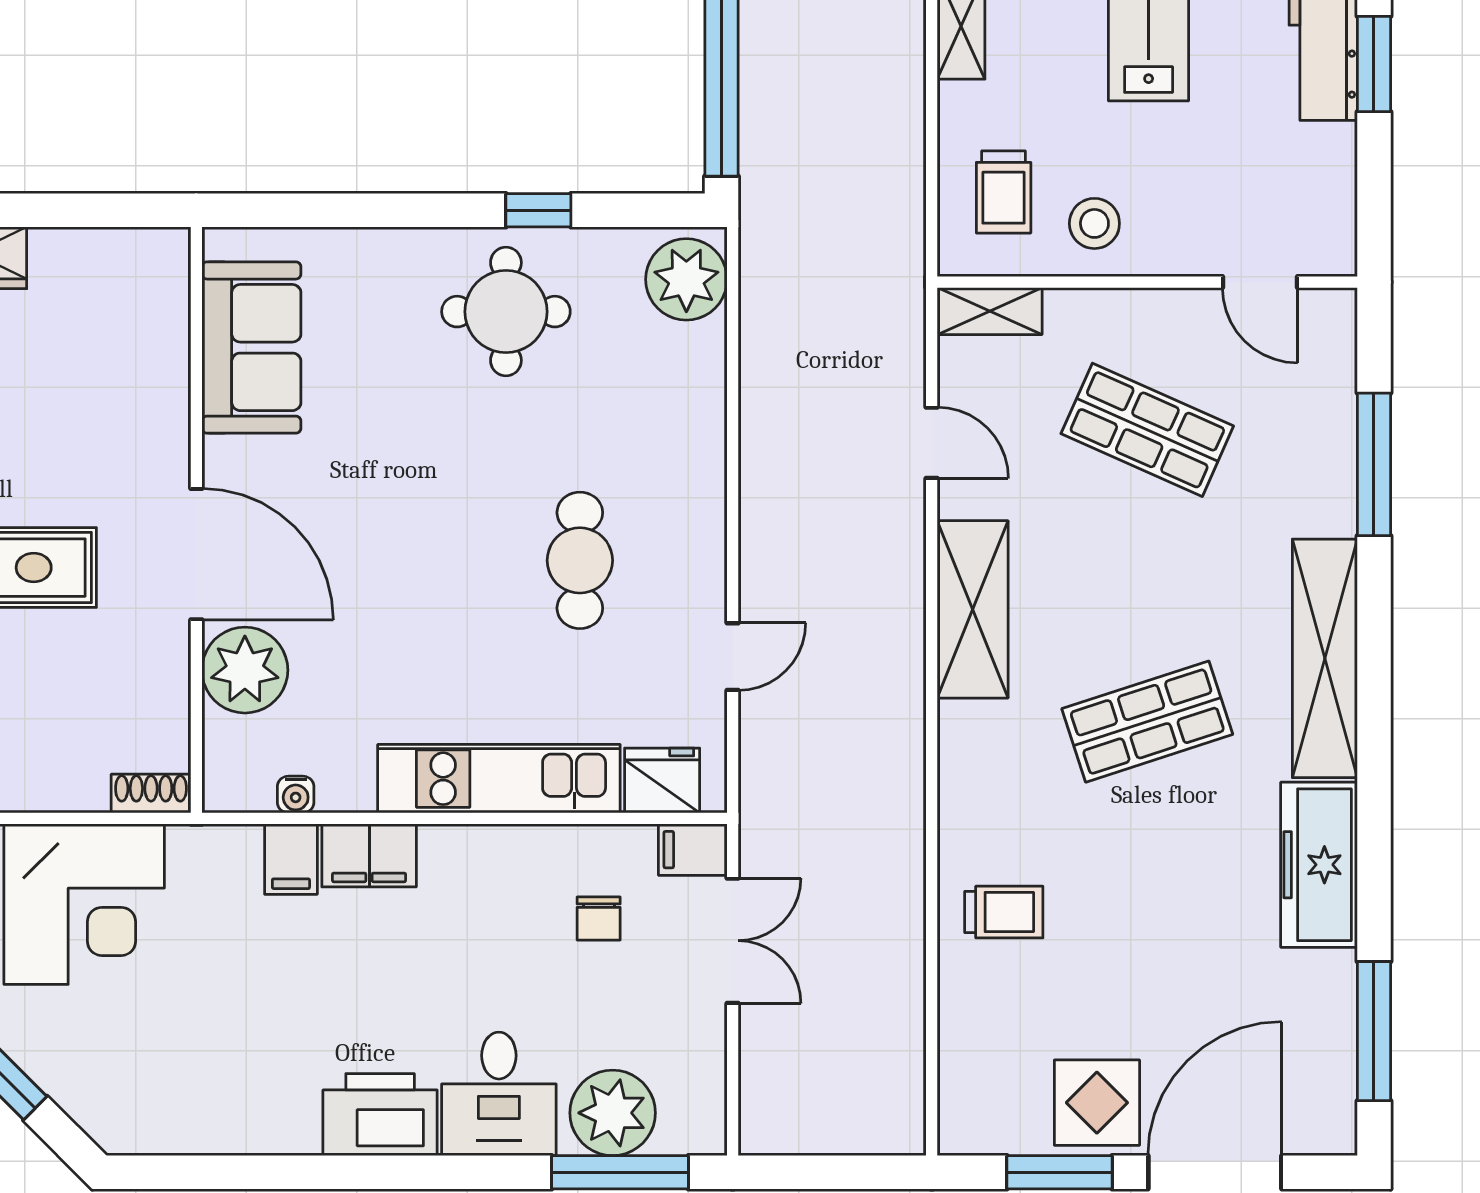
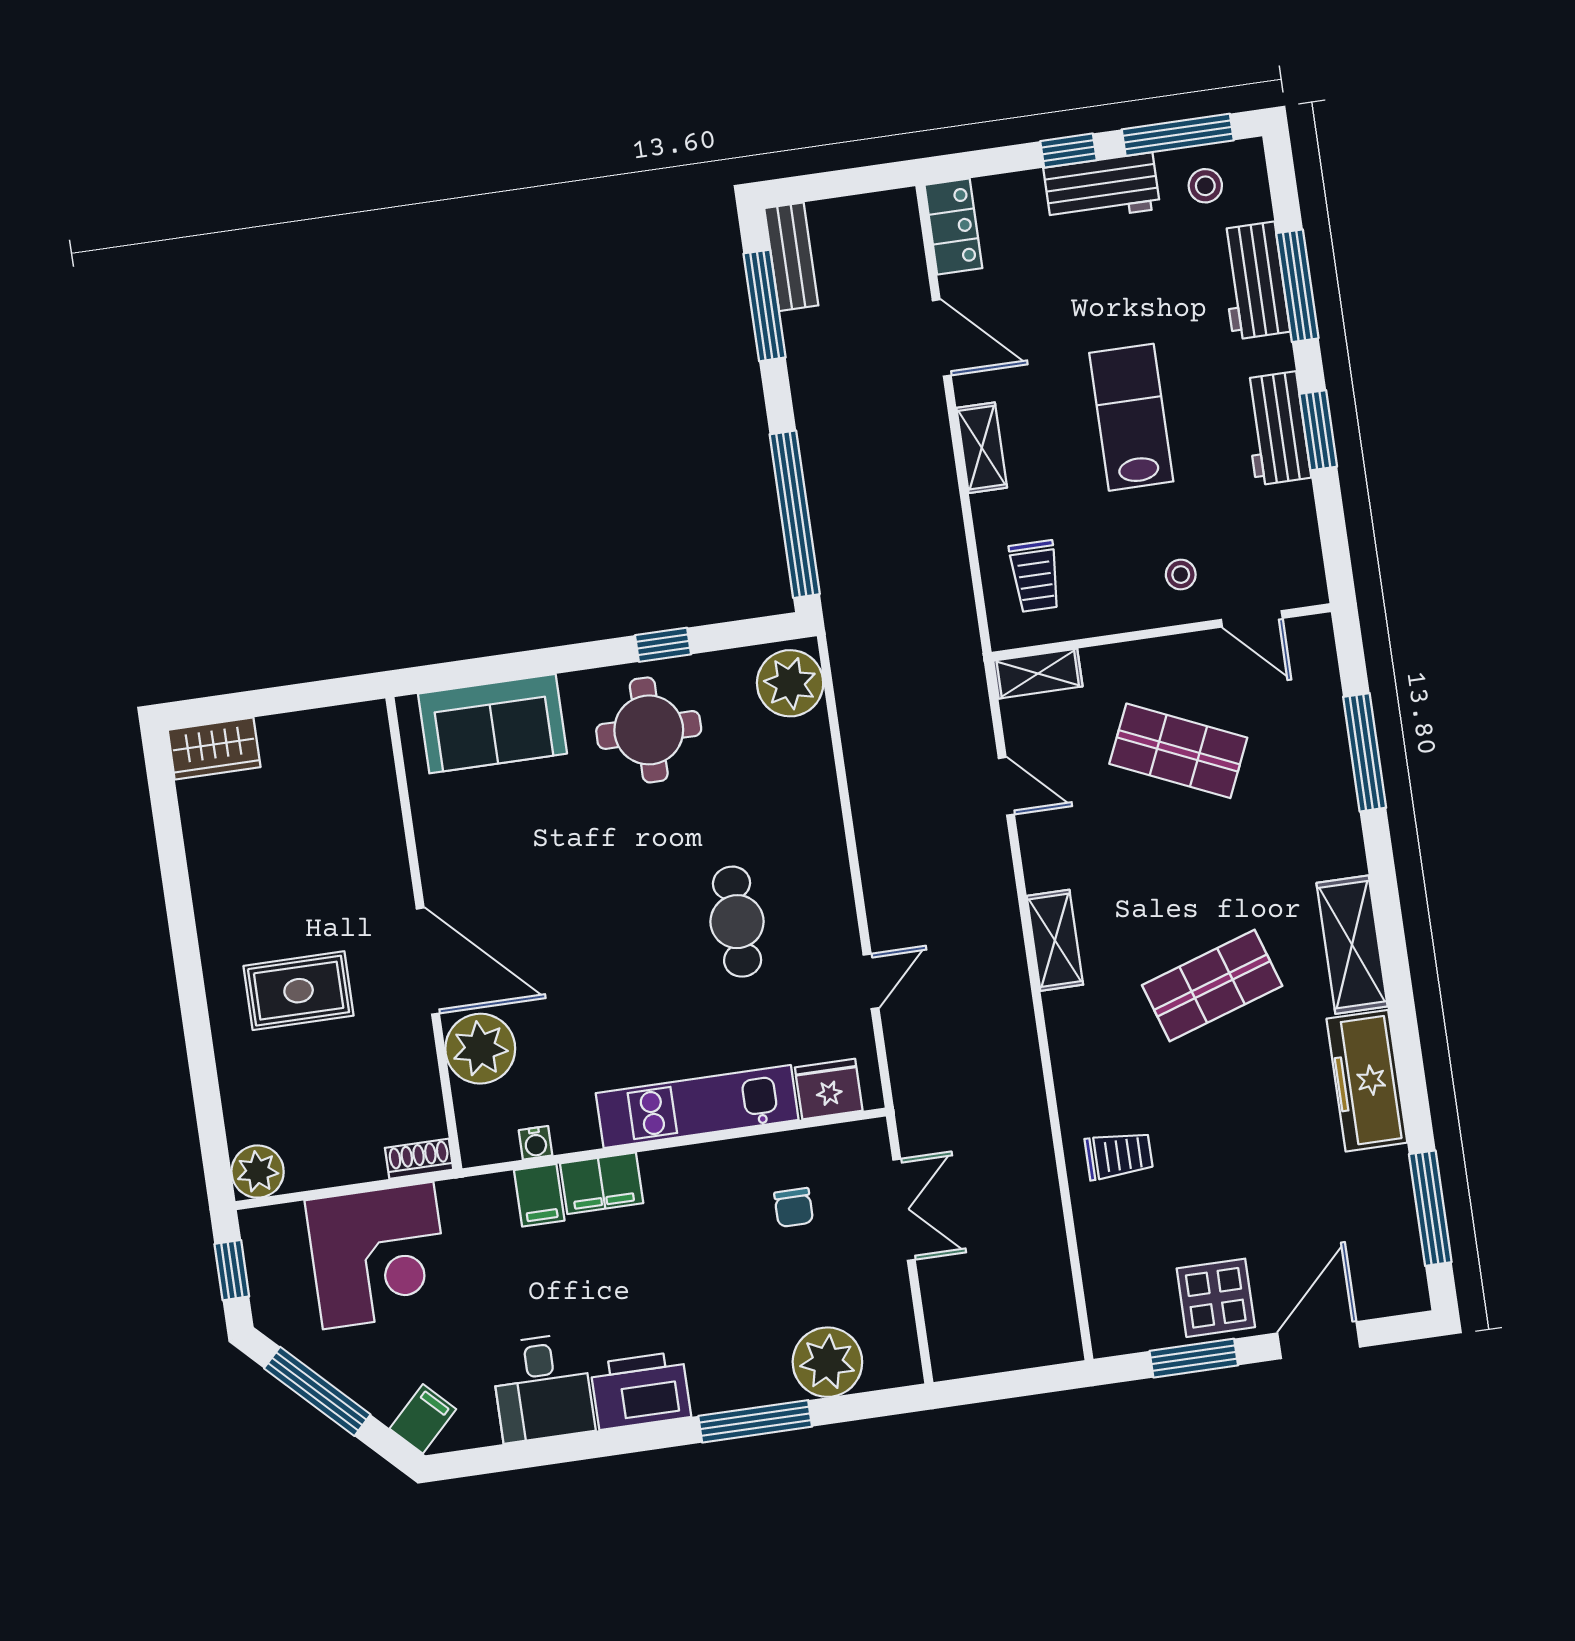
stool: (1094, 223) -> (1181, 575), moved, width x0.73, depth x0.73
sofa: (251, 348) -> (492, 724), moved, turned 90
shelving: (973, 609) -> (1055, 940), width x0.67, depth x0.75
shelving: (1325, 658) -> (1352, 945), width x0.68
filing cabinet: (693, 850) -> (423, 1419), moved, turned 135
desk: (499, 1094) -> (543, 1388), moved
window: (620, 1172) -> (755, 1421), moved
door: (1215, 1172) -> (1319, 1340), width x0.73

